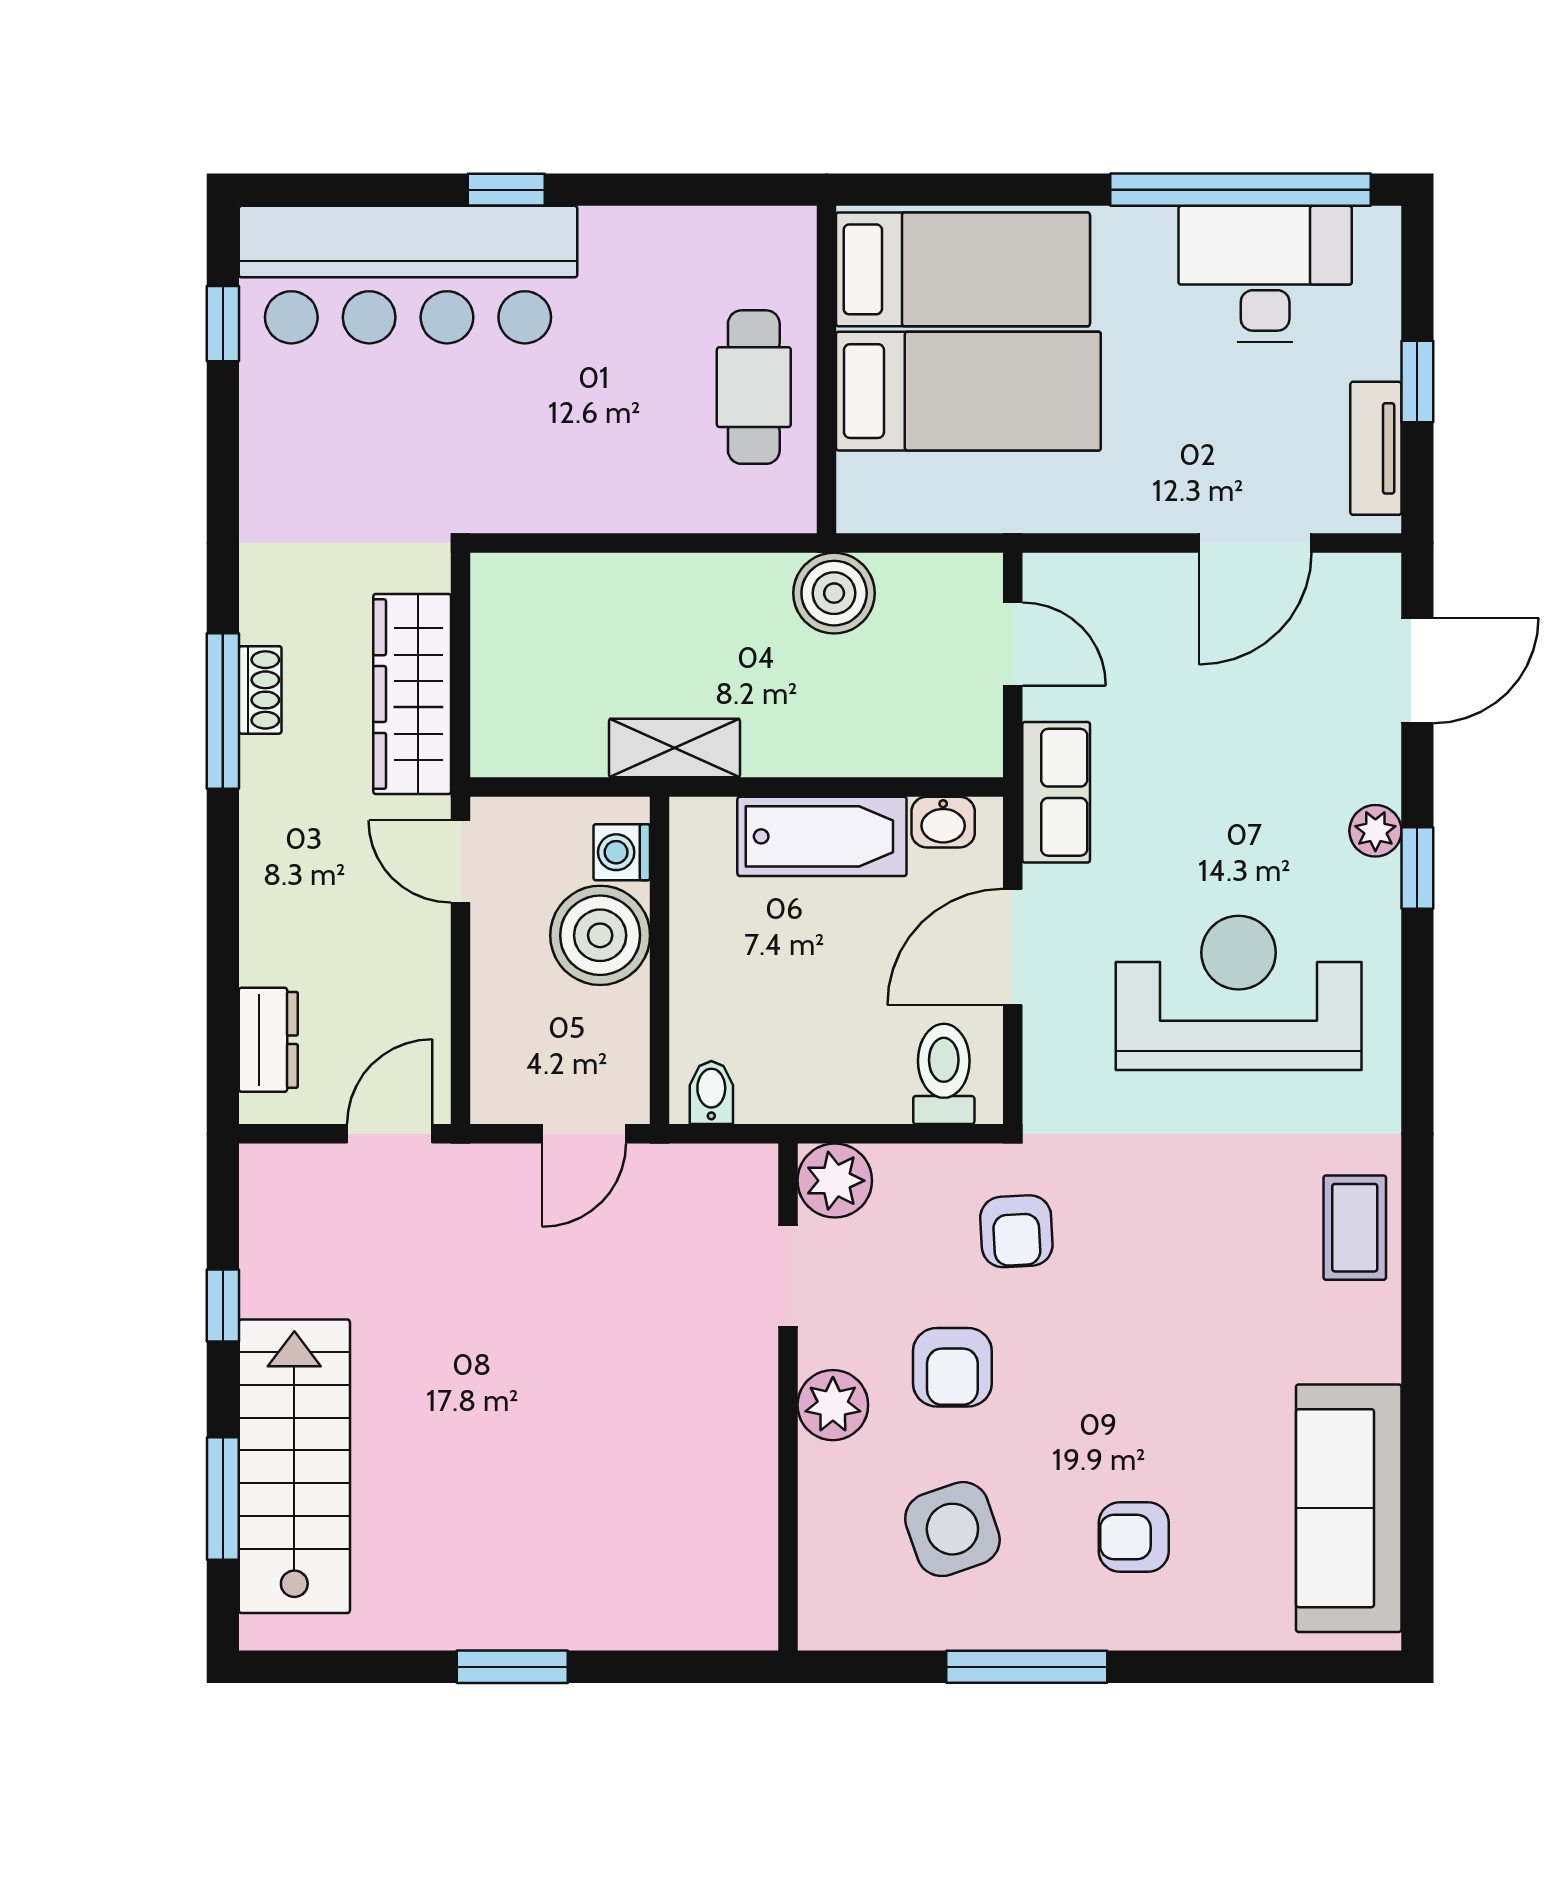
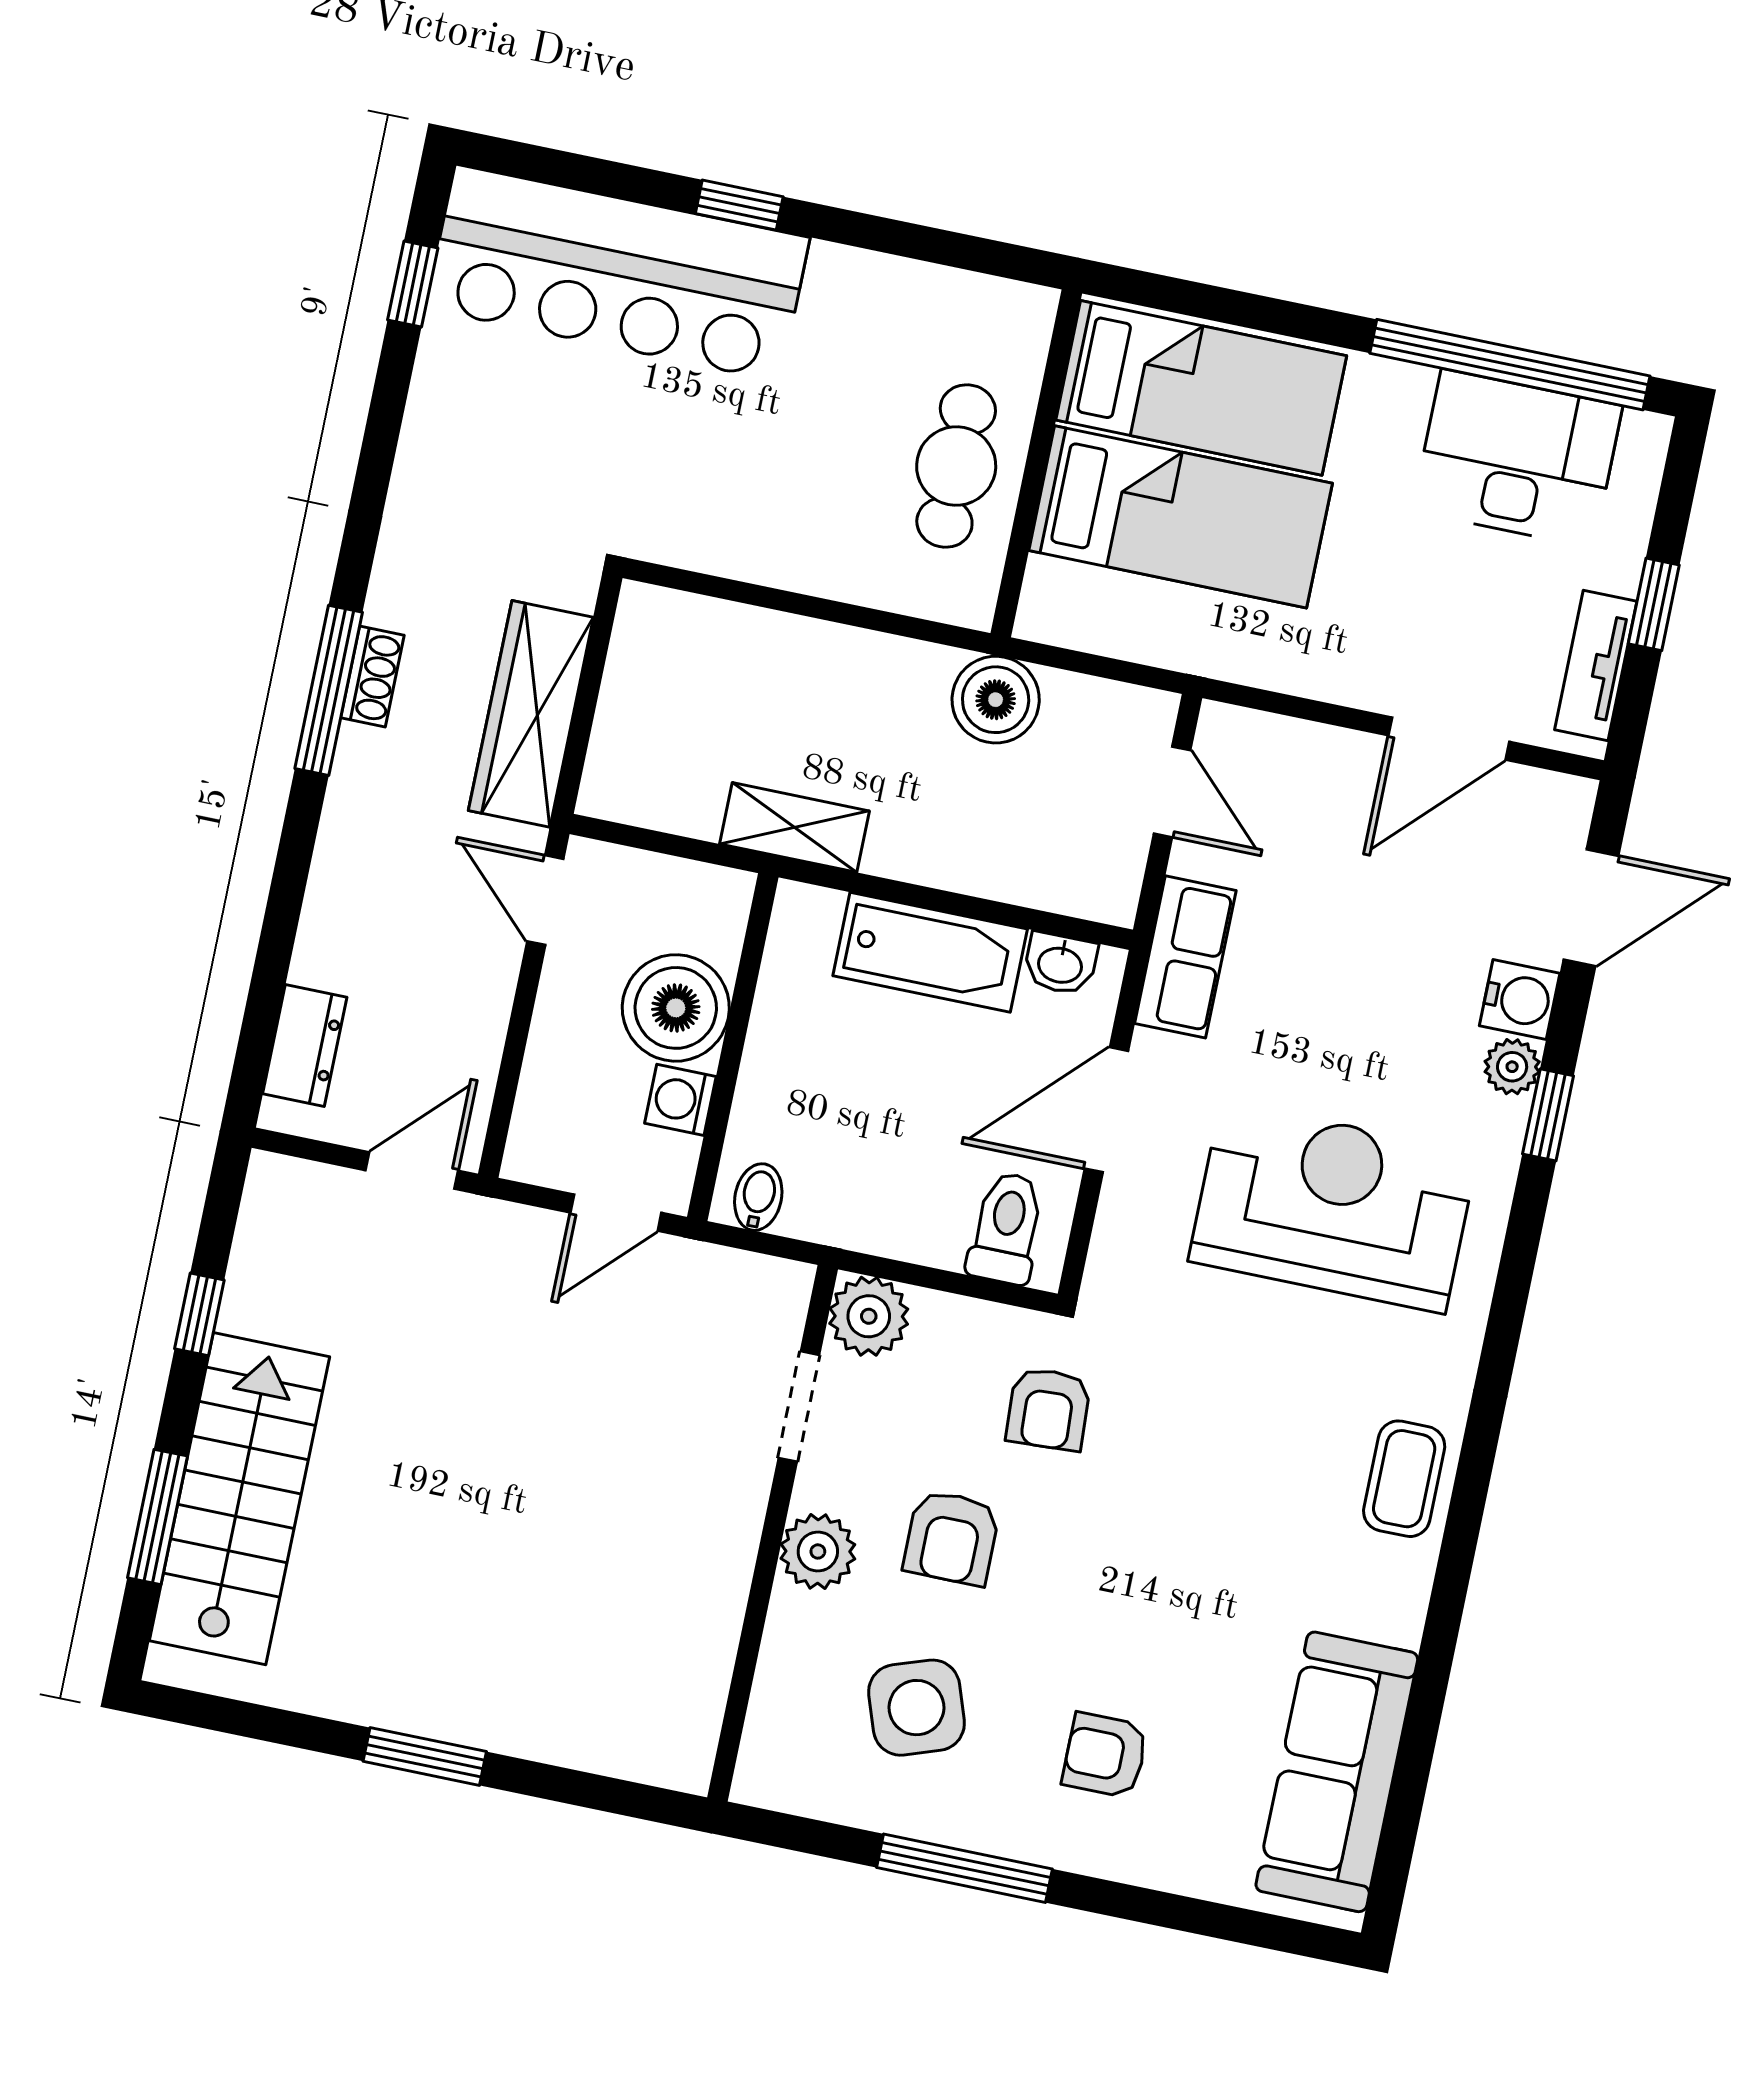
water cooler: (1370, 768) -> (1520, 1000), added
washing machine: (622, 852) -> (680, 1100), moved

